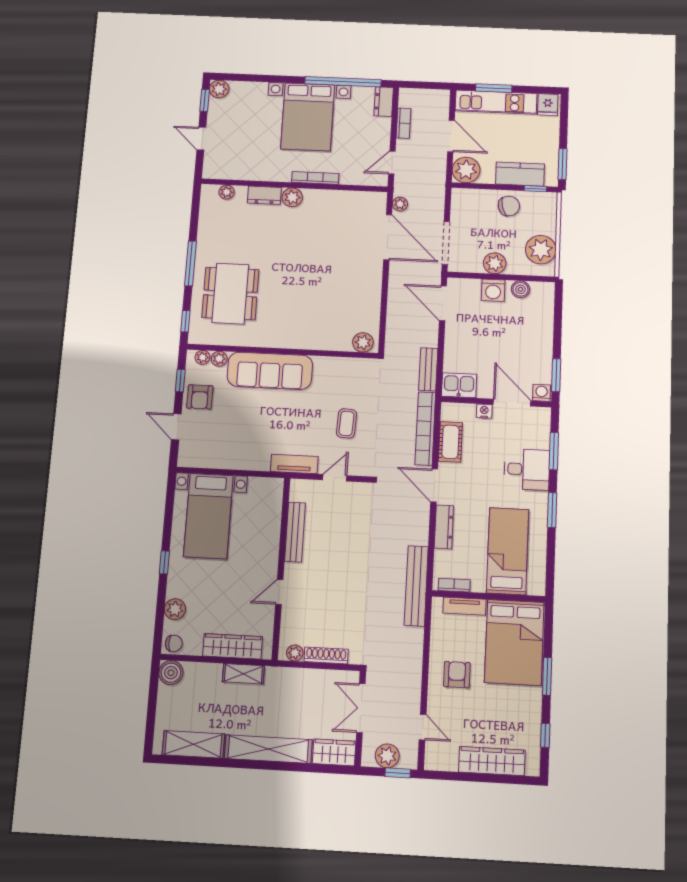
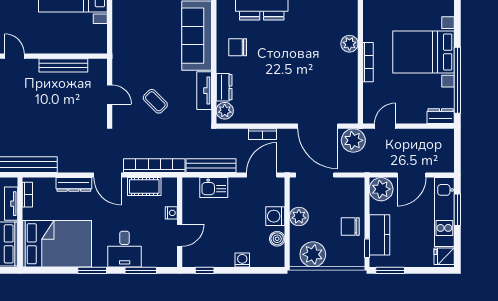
bookcase: (404, 123) -> (263, 134), moved
door: (392, 163) -> (385, 126), hinge flipped
dresser: (264, 195) -> (224, 87), moved, turned 180
plant: (400, 204) -> (353, 140), width x1.88, depth x1.88
chair: (509, 206) -> (350, 226), turned 105
door: (388, 237) -> (318, 126), hinge flipped
chair: (287, 324) -> (238, 47), added
bench: (428, 369) -> (211, 166), width x1.36
window: (556, 375) -> (205, 270), width x0.67
kitchen sink: (459, 385) -> (214, 188), moved, turned 90
washing machine: (542, 393) -> (242, 260), moved, turned -90
door: (512, 403) -> (180, 235), width x0.73
coffee table: (346, 423) -> (155, 101), turned 42
tv unit: (294, 464) -> (204, 91), moved, turned 180
door: (434, 485) -> (107, 175), swing flipped
bed: (508, 551) -> (57, 244), width x1.50

